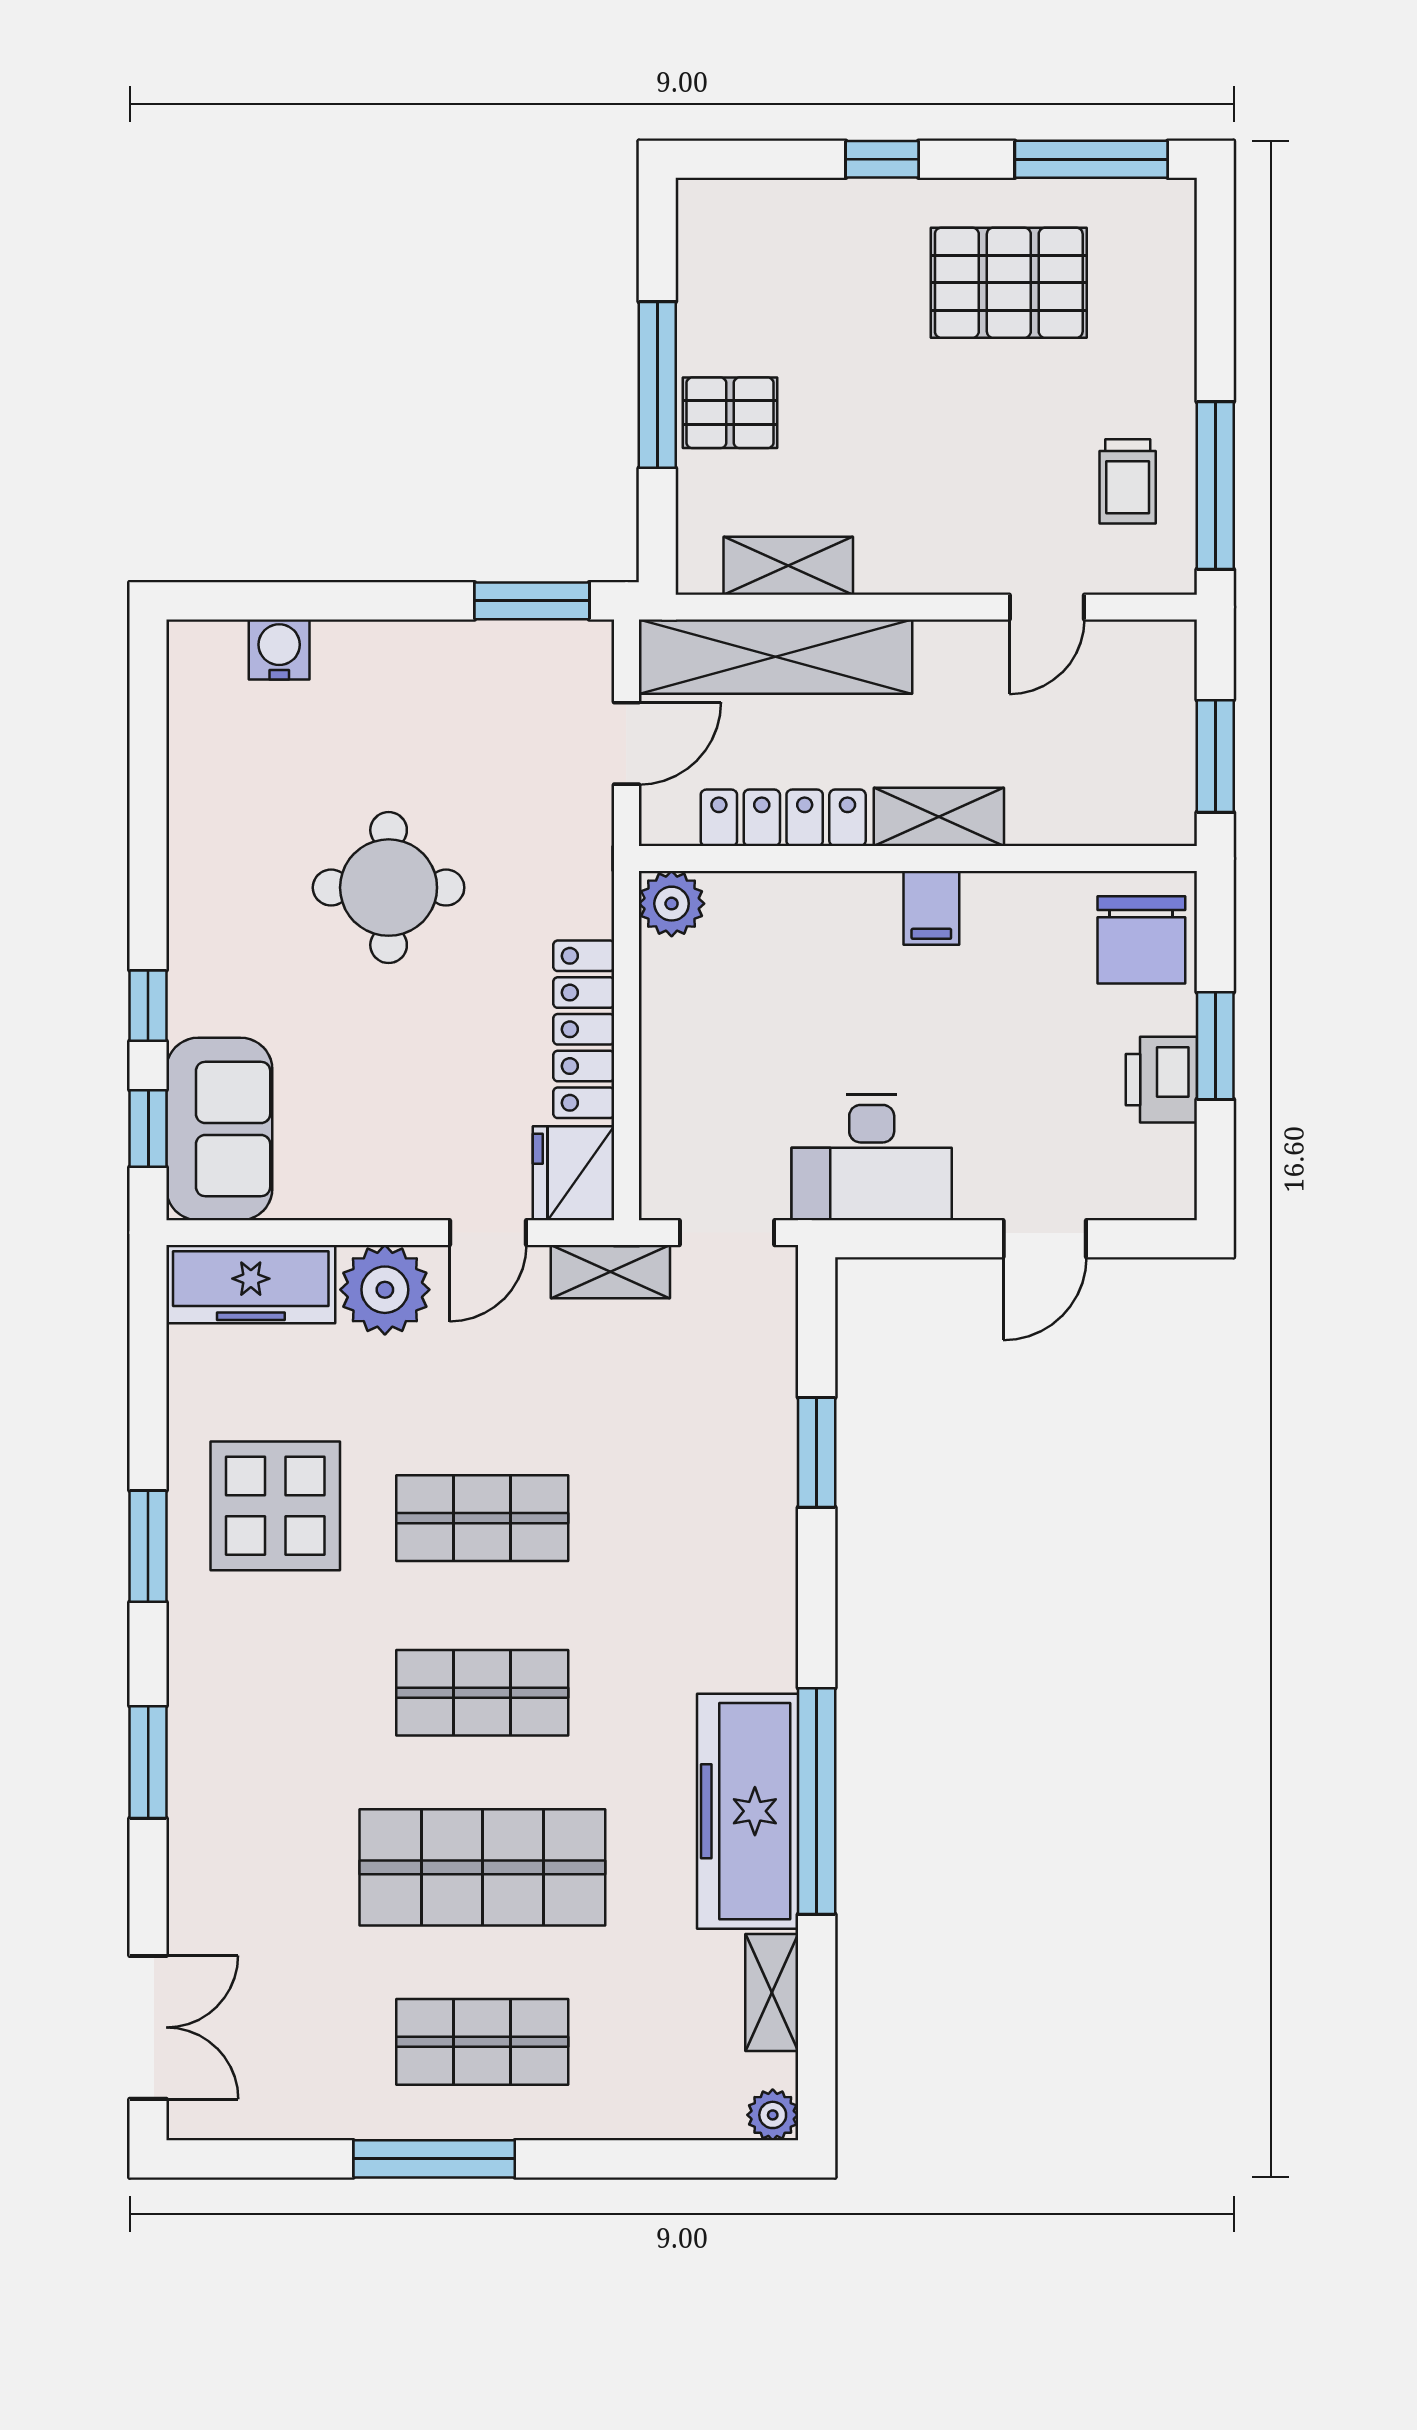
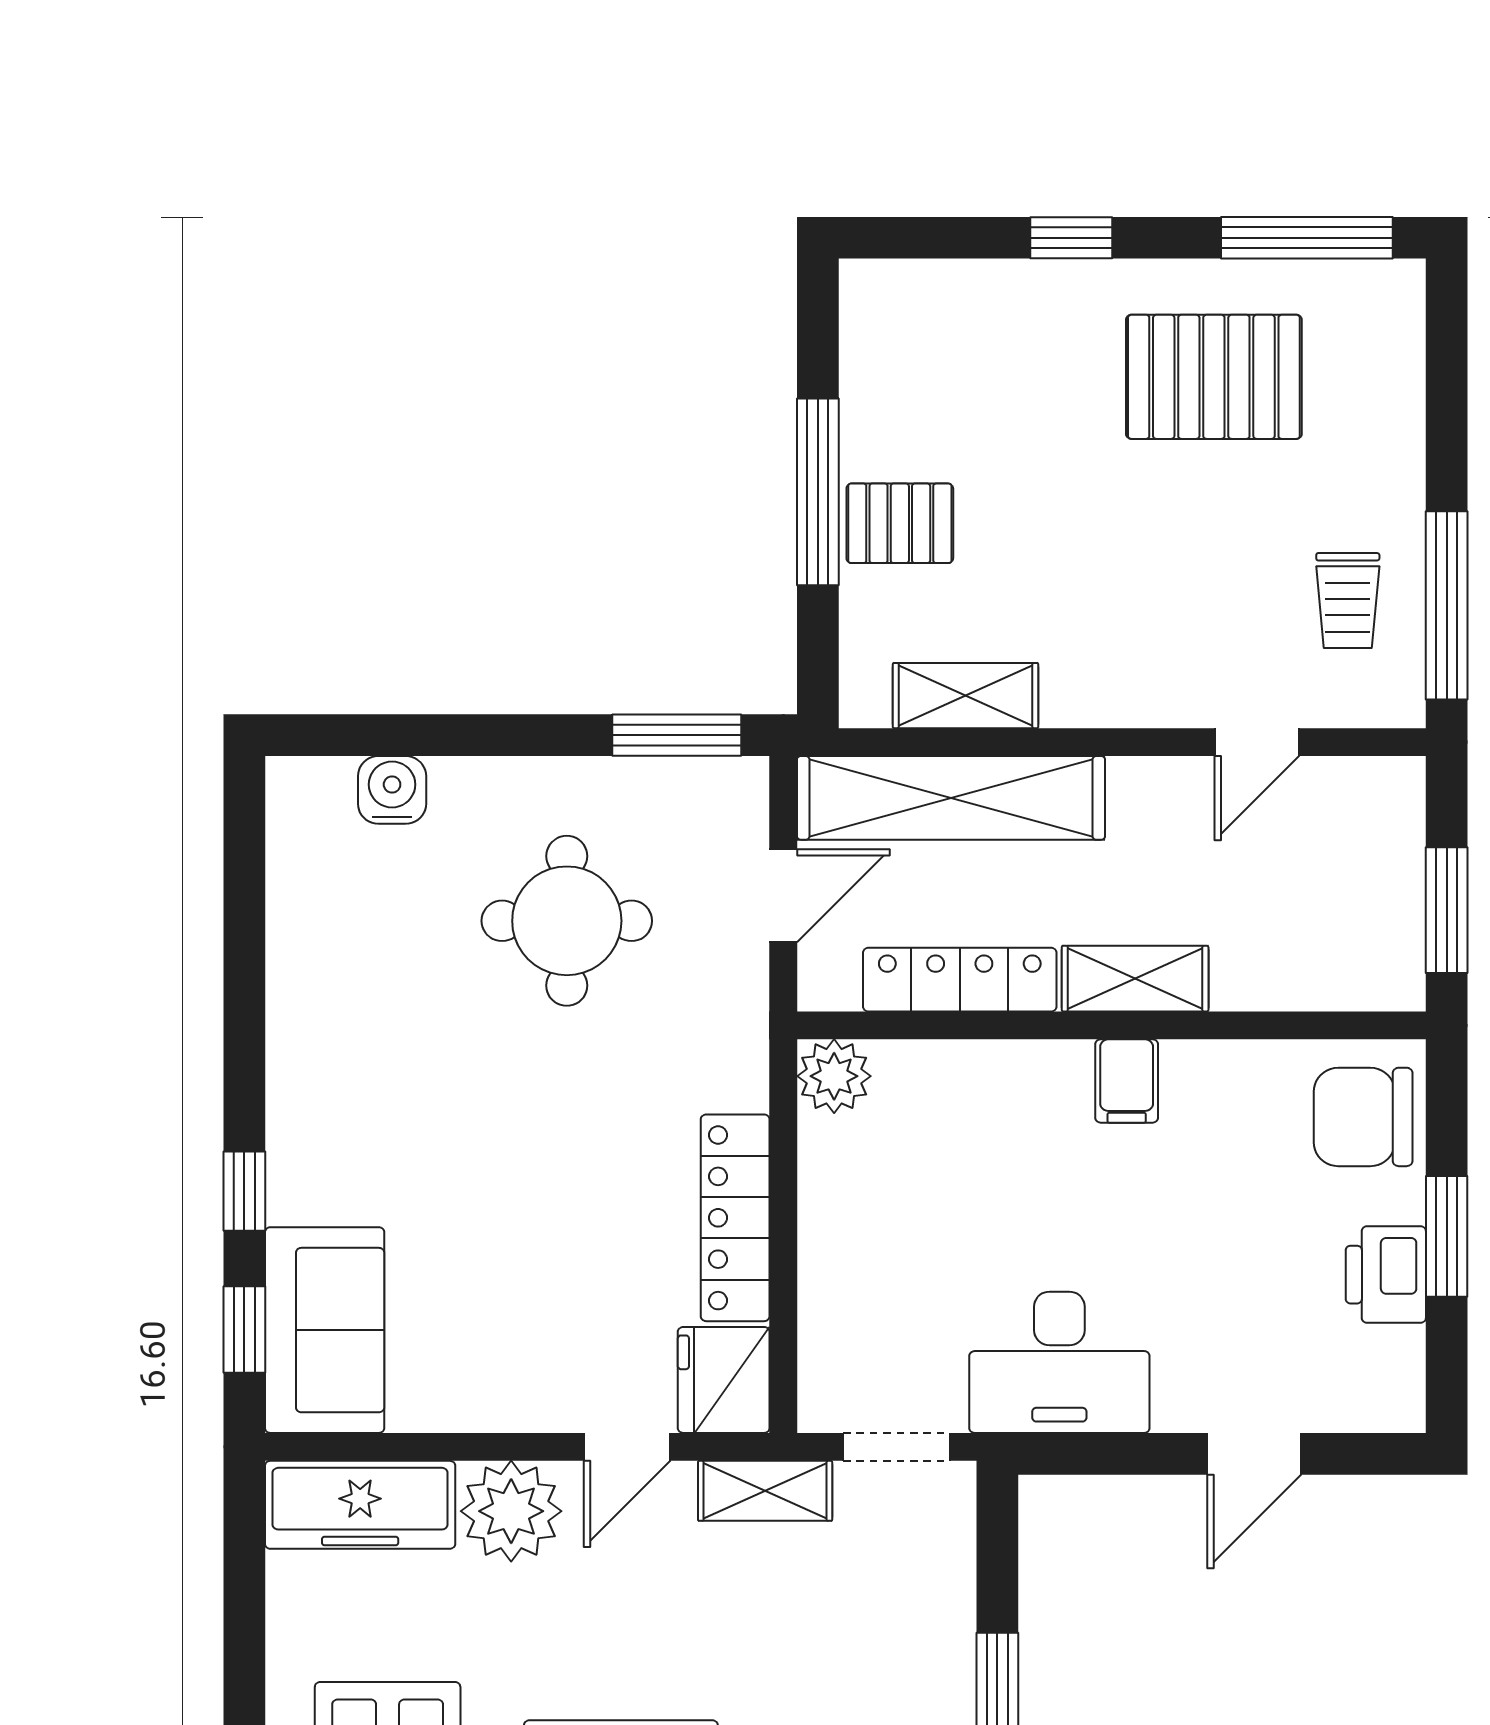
round table: (389, 888) -> (567, 921), moved
chair: (1141, 940) -> (1363, 1117), turned 90

